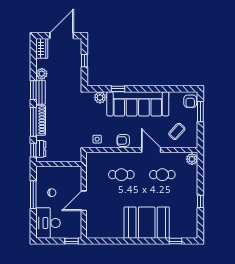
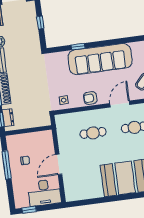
plant: (100, 97) -> (61, 58), removed
door: (151, 150) -> (120, 104), hinge flipped
desk: (48, 223) -> (44, 193), moved, turned -90
window: (72, 241) -> (29, 210), moved

